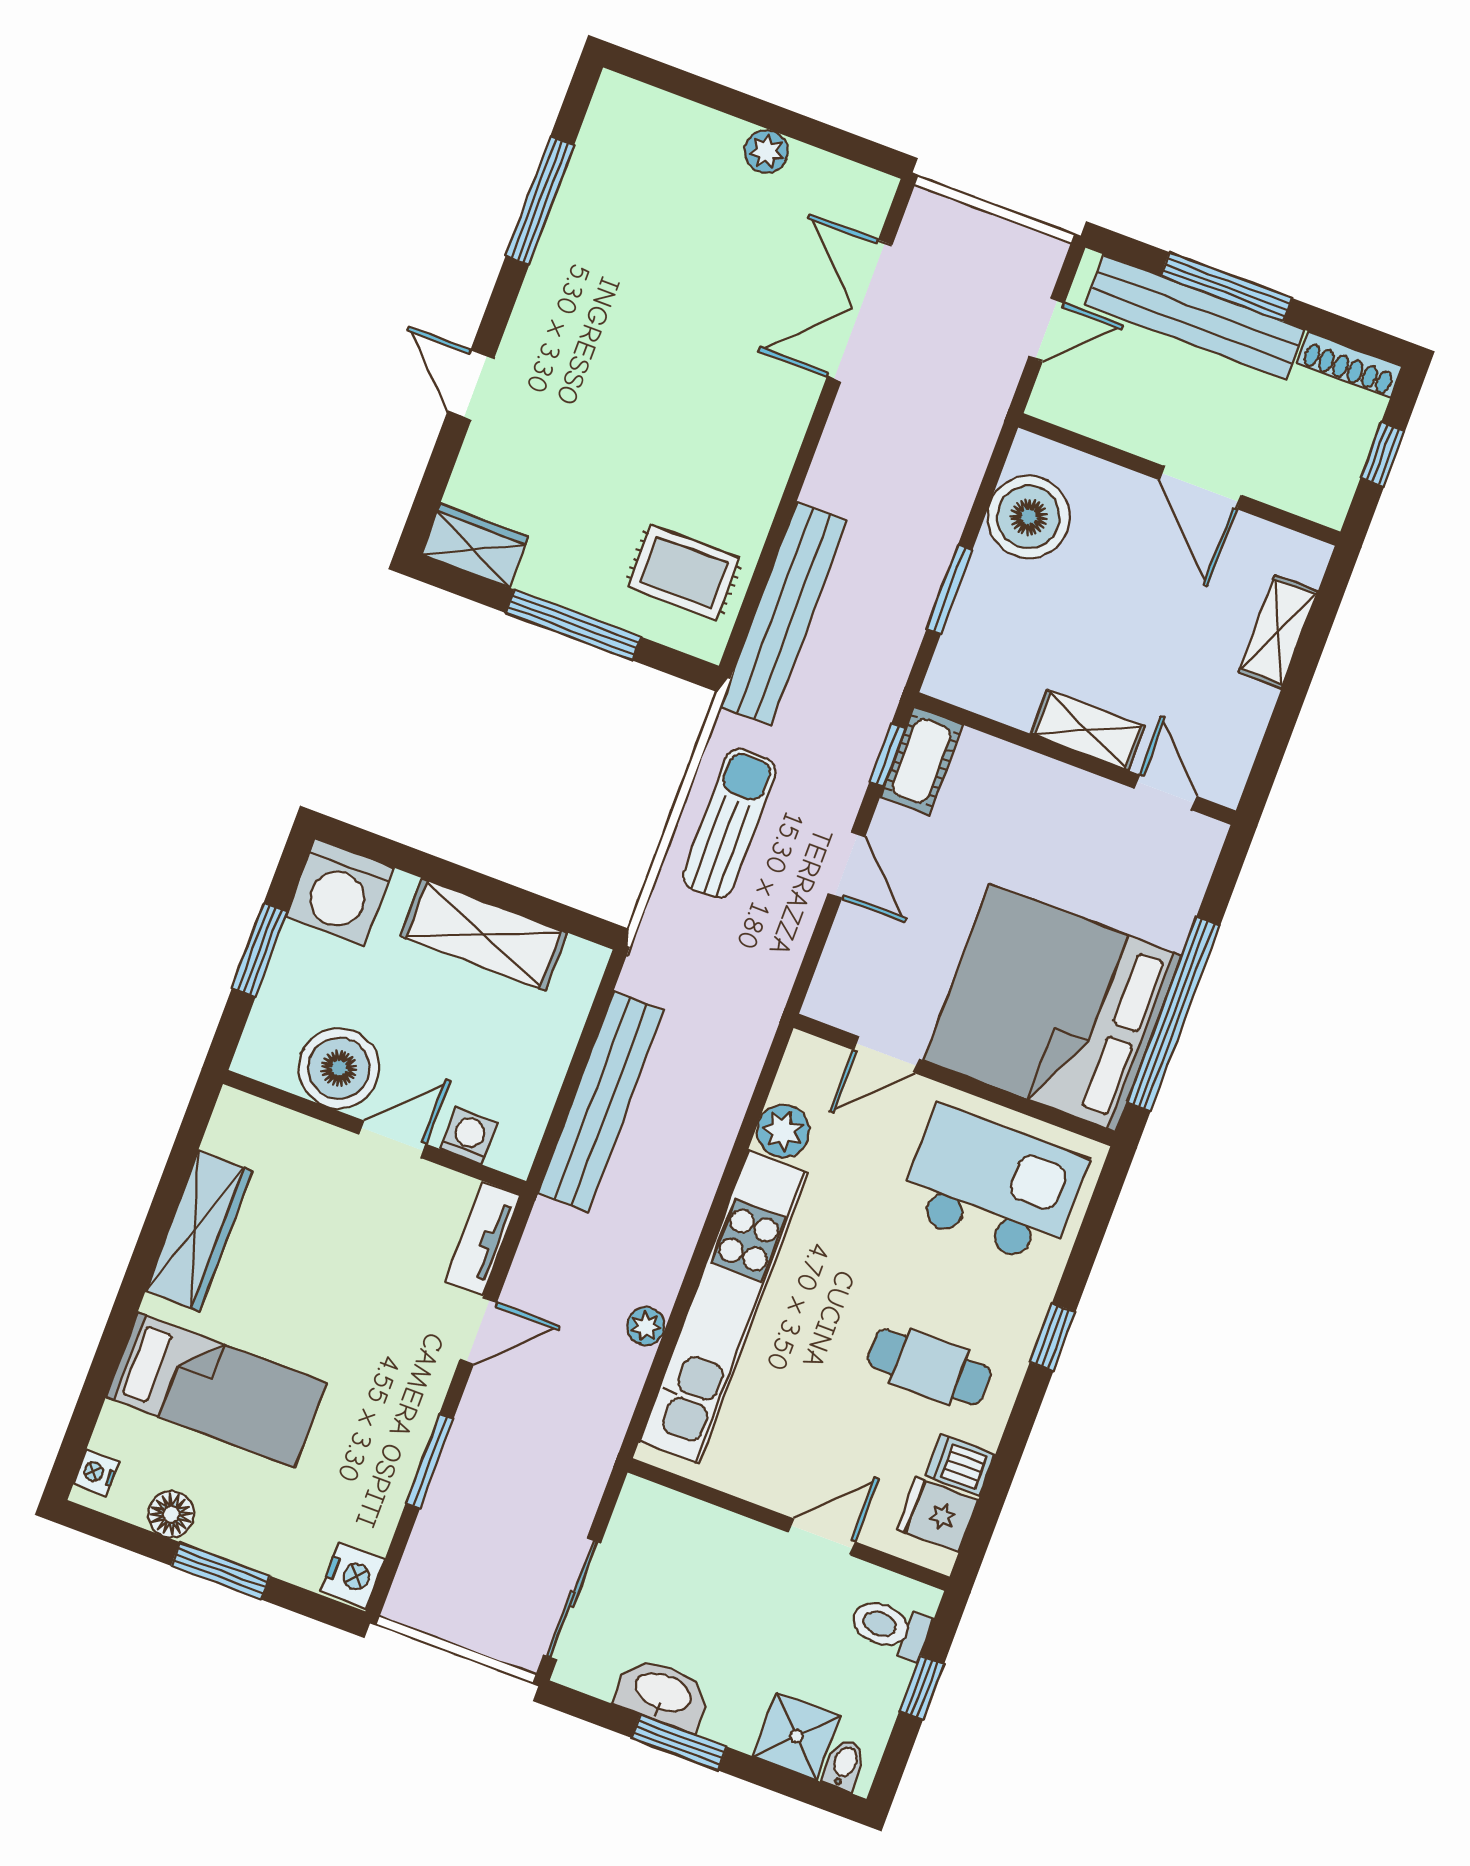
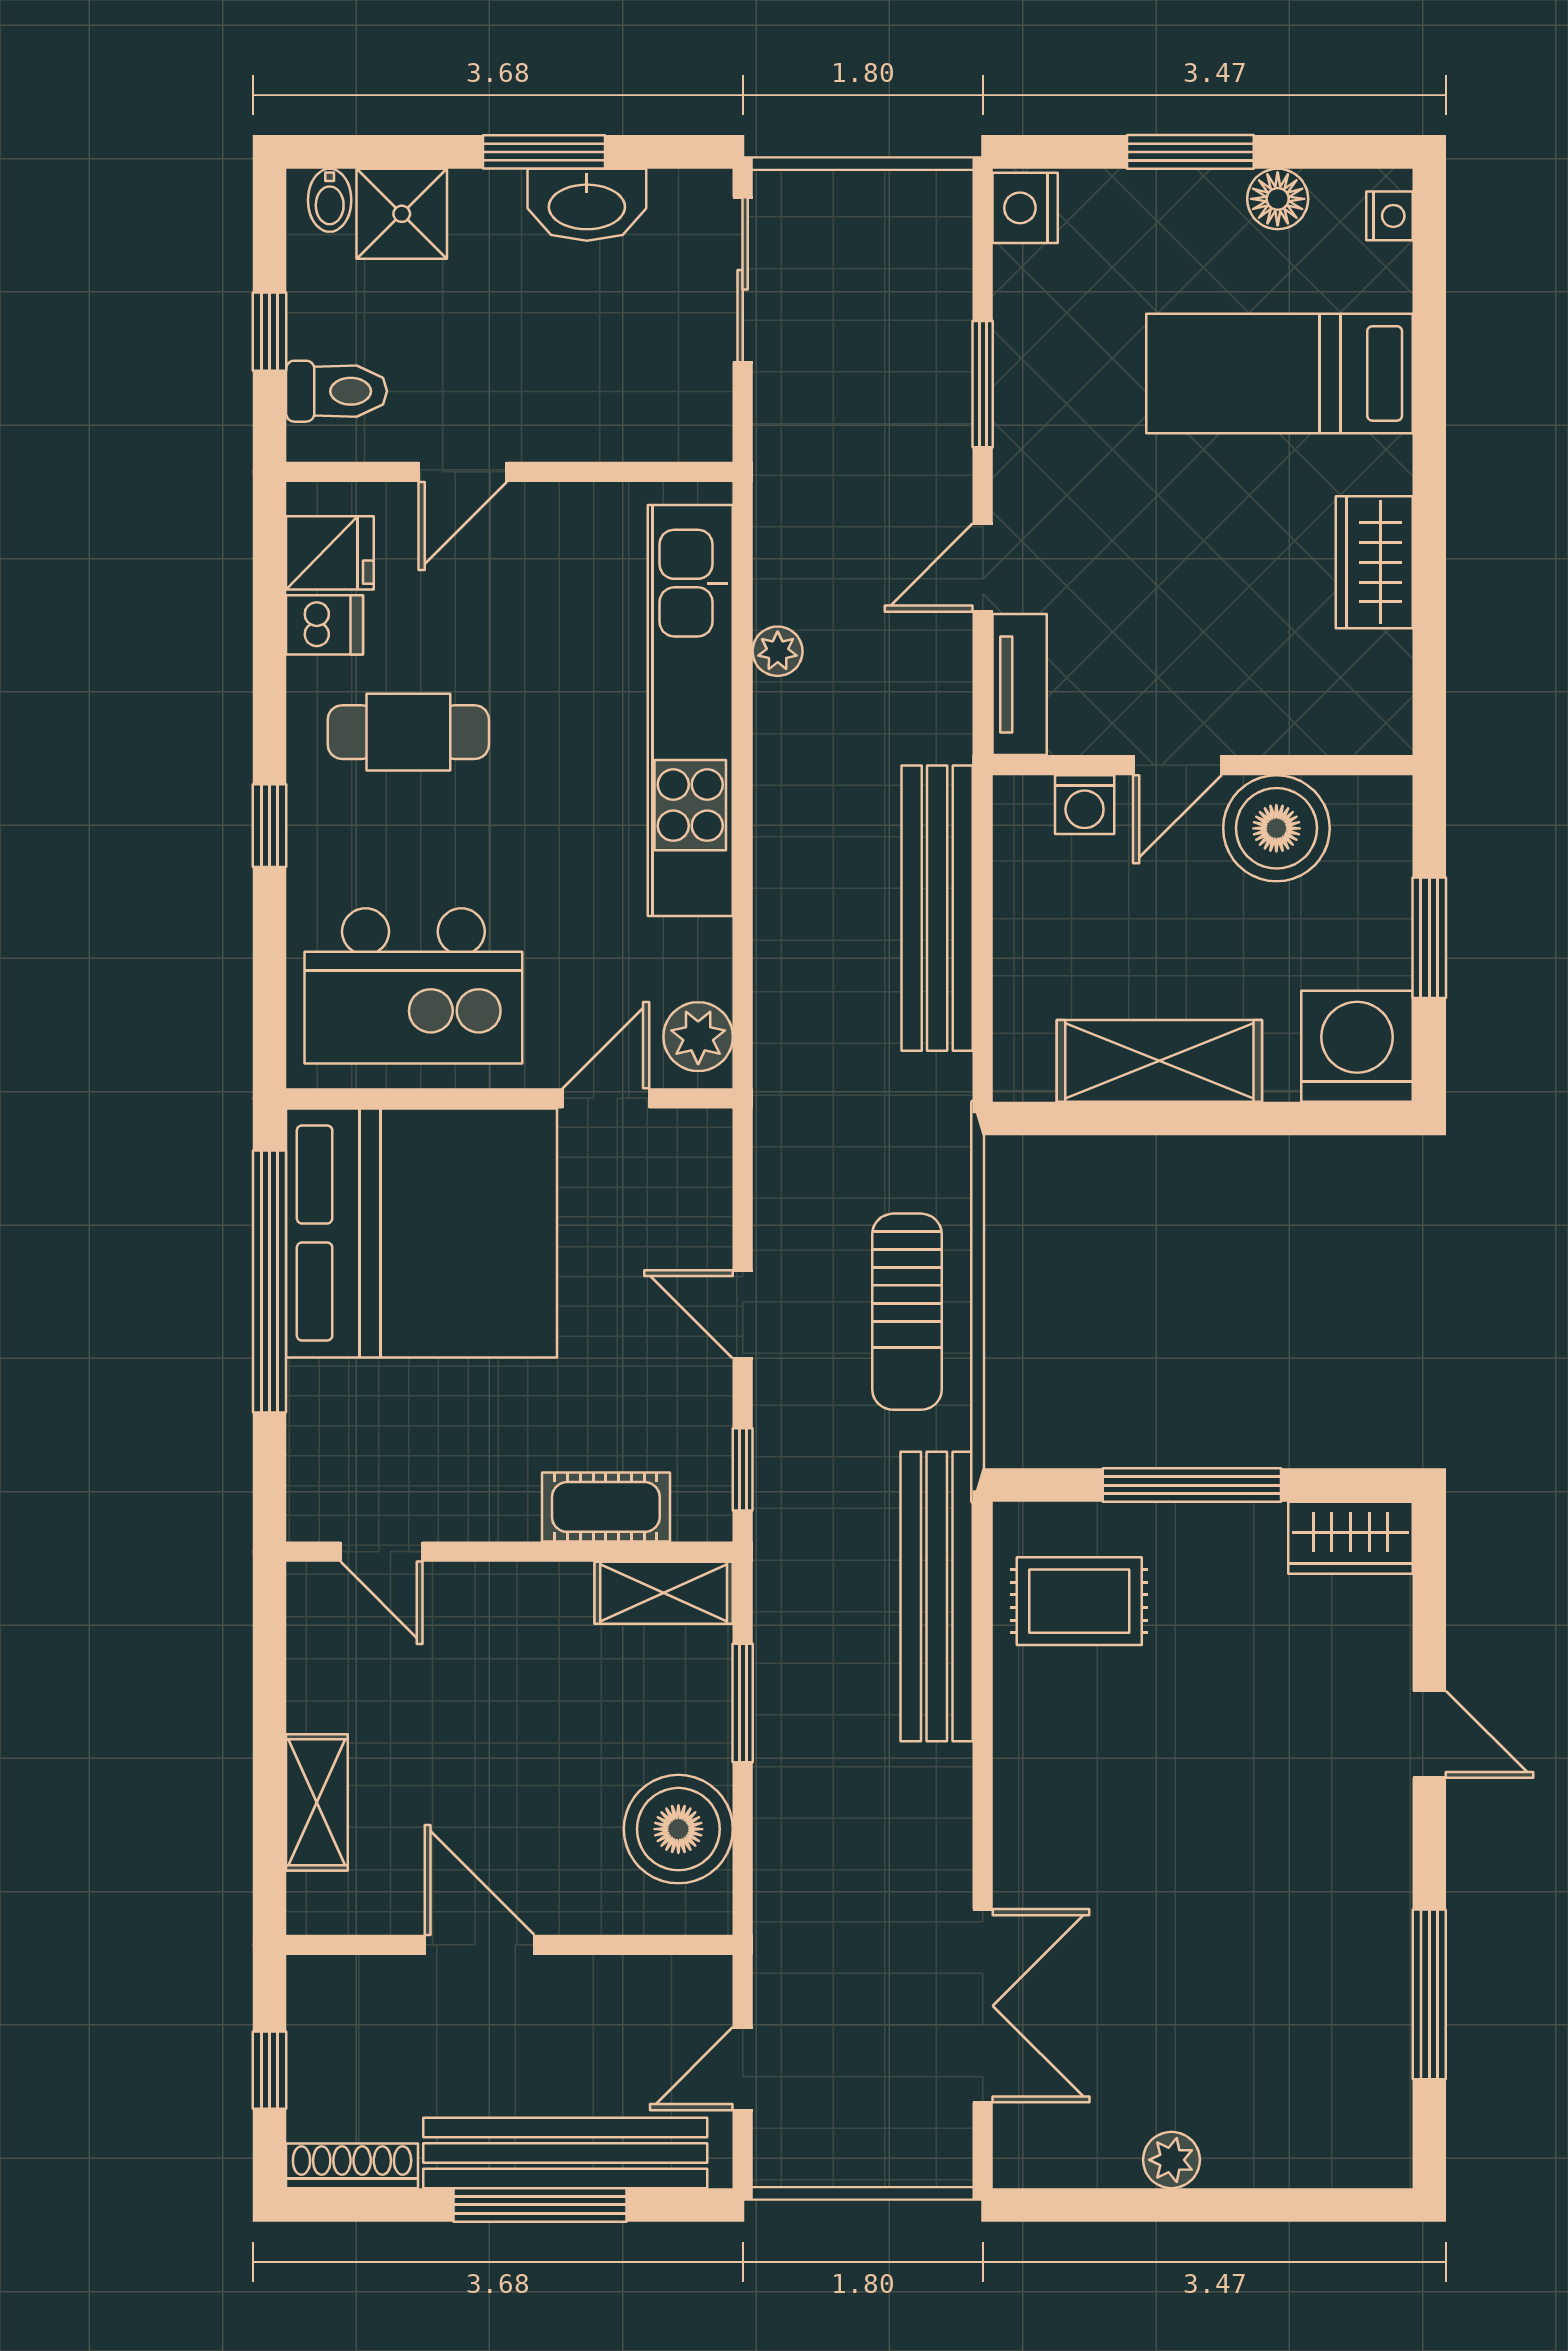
shelving: (1088, 730) -> (664, 1593), moved
cot: (922, 761) -> (606, 1507), moved, turned 90
plant: (783, 1131) -> (698, 1037), moved
wardrobe: (199, 1231) -> (1374, 562), width x0.67

